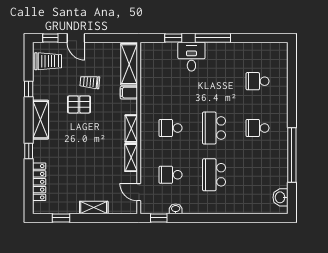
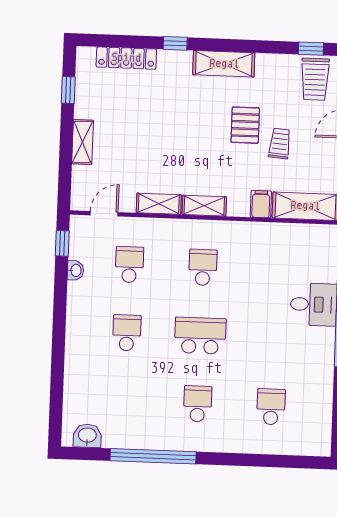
window: (29, 89) -> (311, 49), moved
school desk: (214, 175) -> (127, 333), width x0.54

